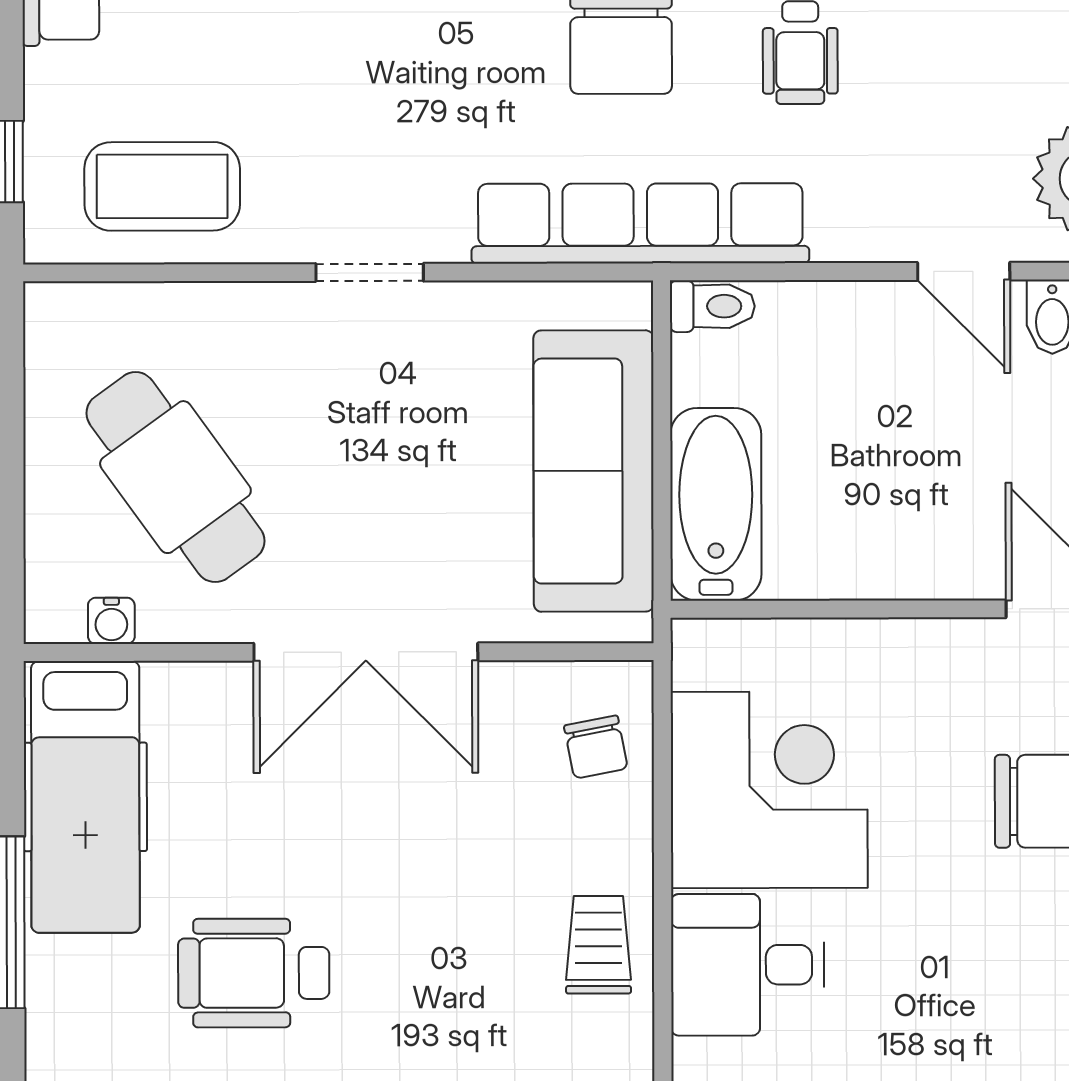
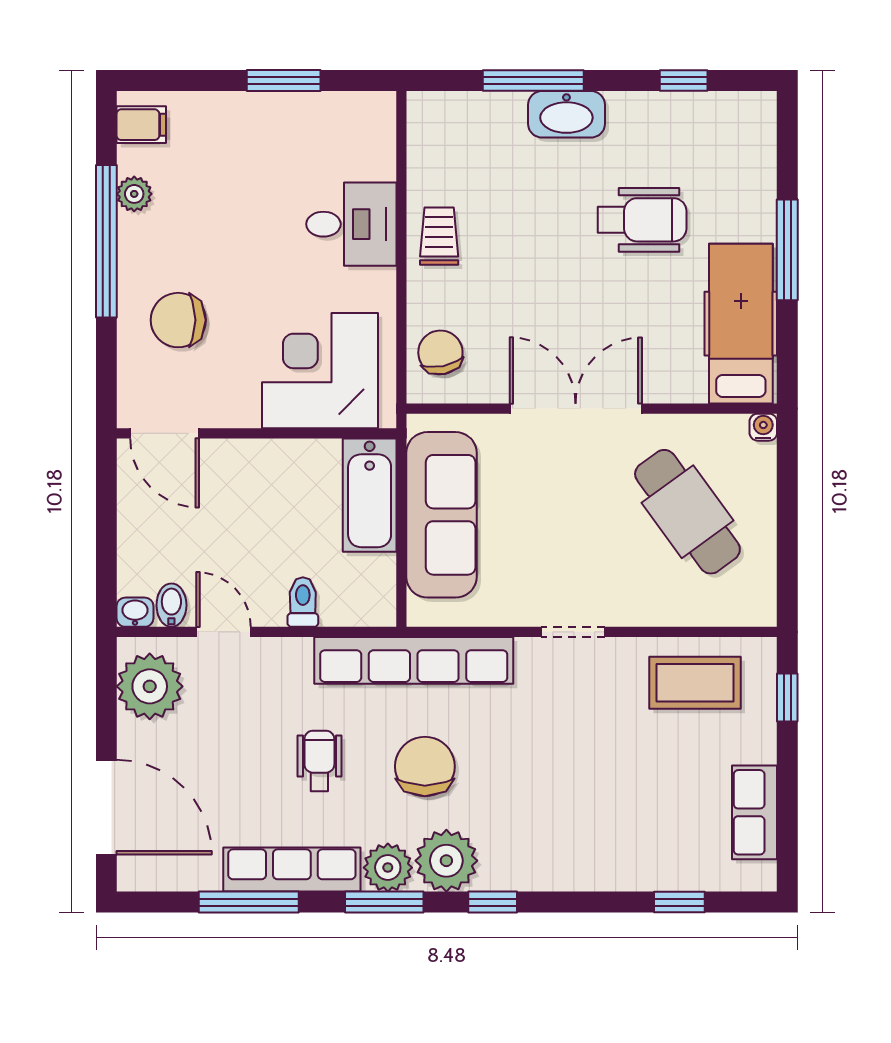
toilet: (712, 306) -> (303, 602), moved, turned 90
water cooler: (111, 621) -> (763, 427), moved
chair: (596, 747) -> (440, 352), width x1.37, depth x1.37
corner desk: (769, 790) -> (320, 371), moved, turned 90
trolley: (598, 945) -> (439, 236), turned 180

